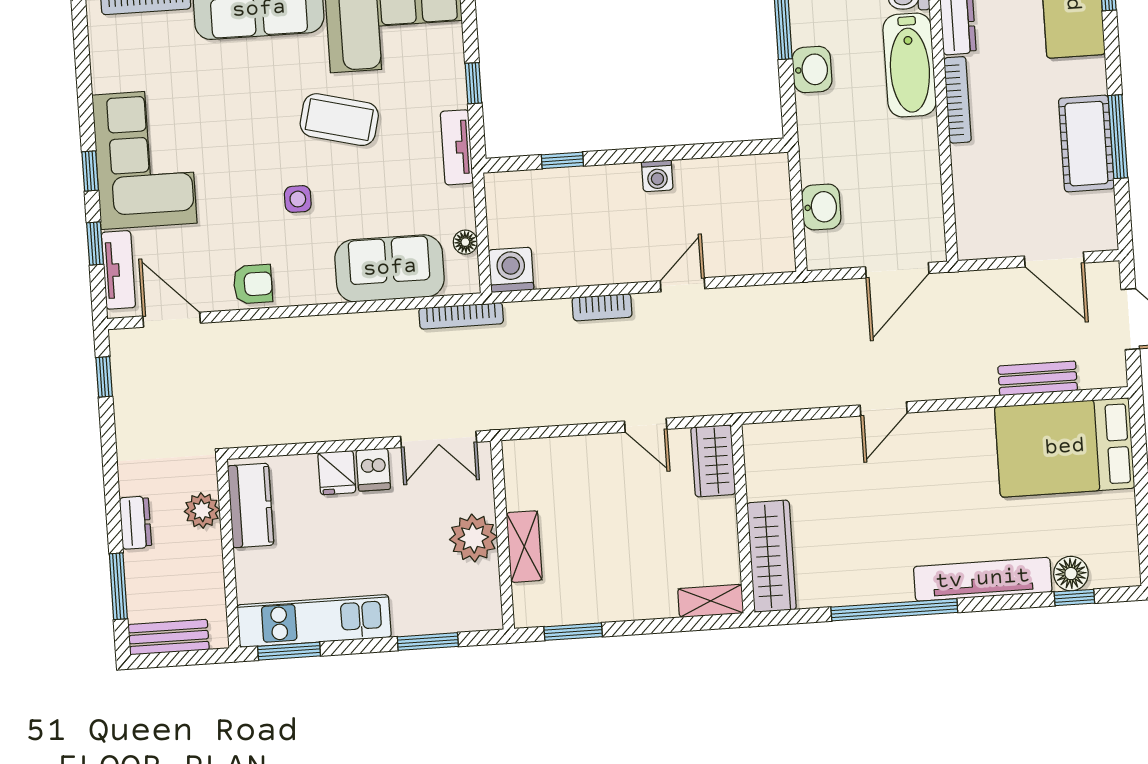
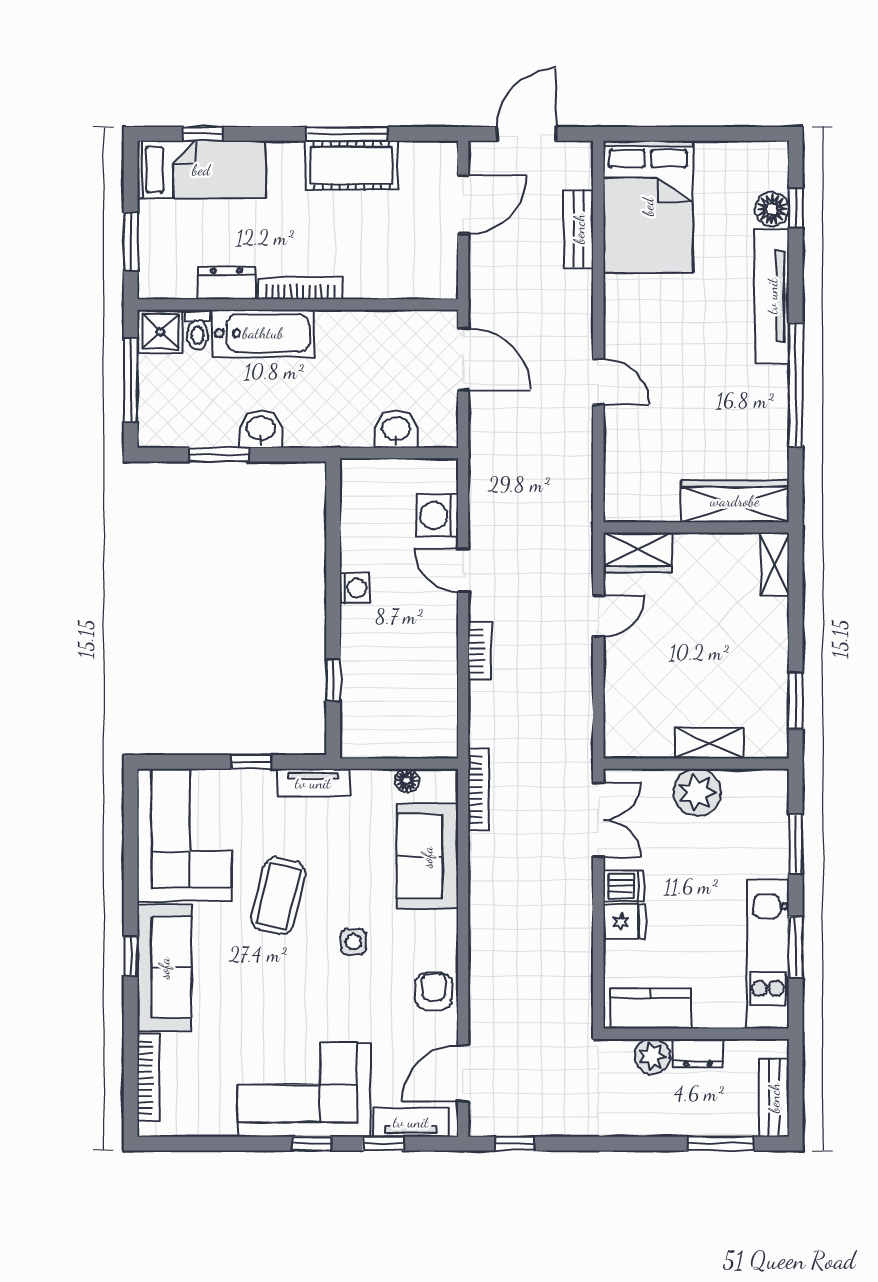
washing machine: (511, 270) -> (437, 515), moved
dresser: (135, 523) -> (698, 1053), moved, turned 180
window: (289, 651) -> (796, 947), moved

